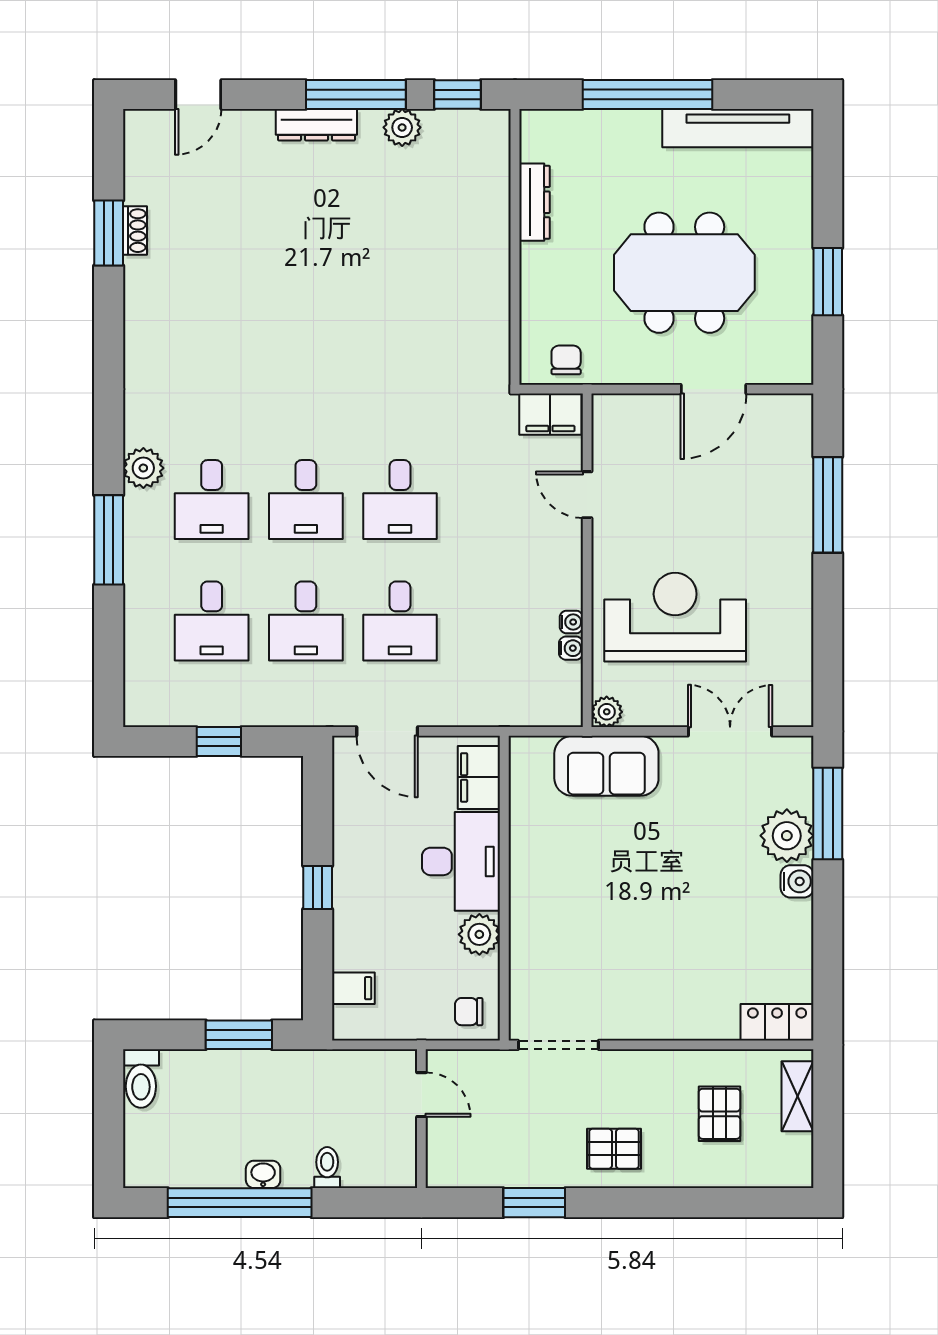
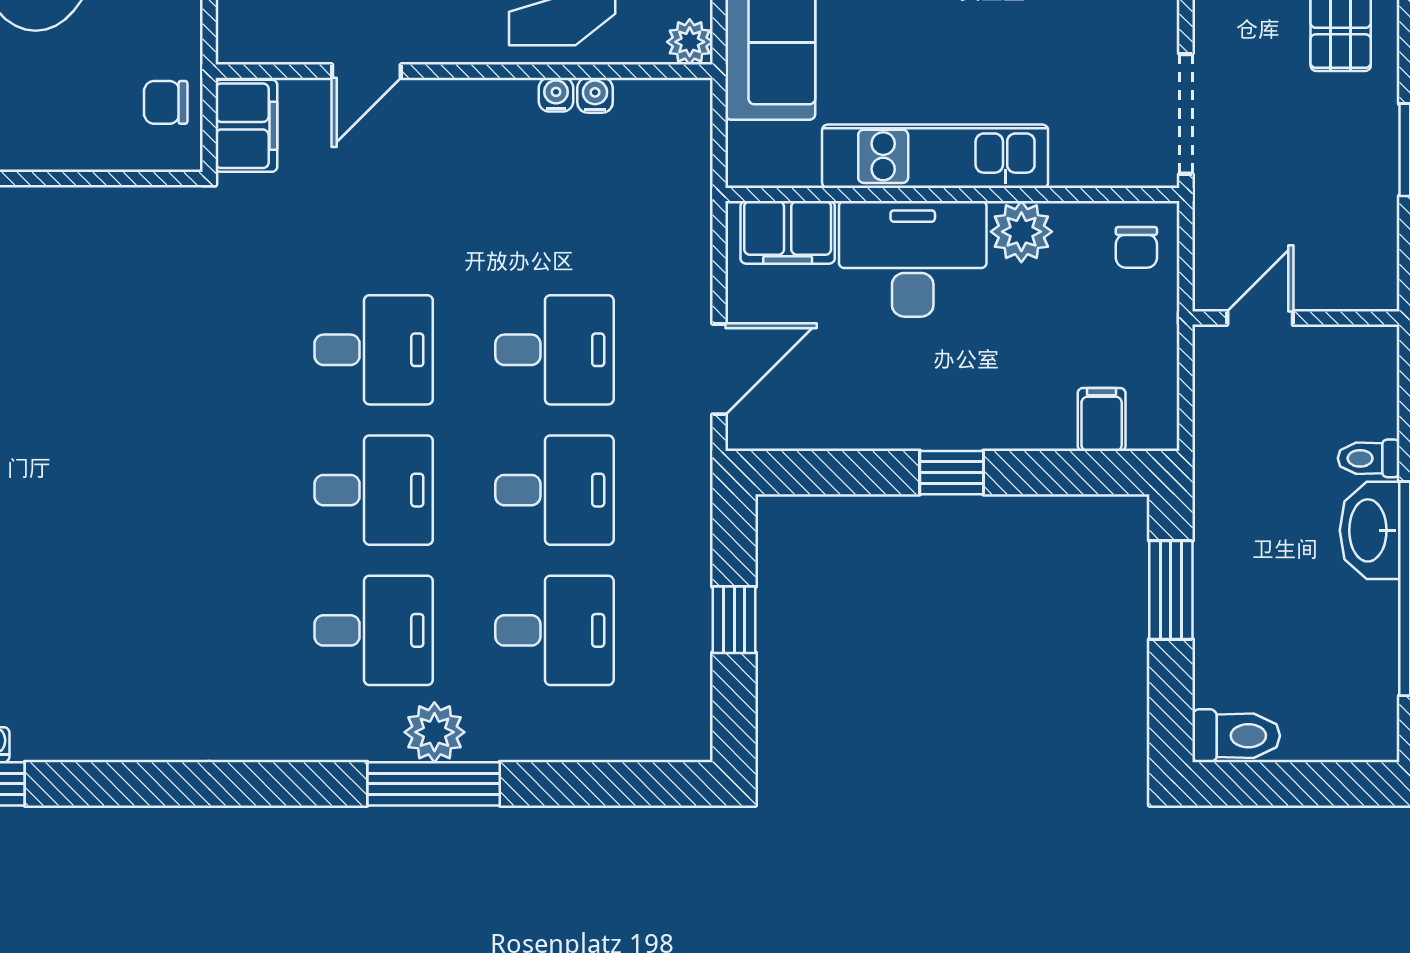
plant: (143, 468) -> (434, 732), moved
kitchen unit: (530, 876) -> (935, 156), added
washbasin: (263, 1174) -> (1370, 530), width x1.91, depth x1.45

